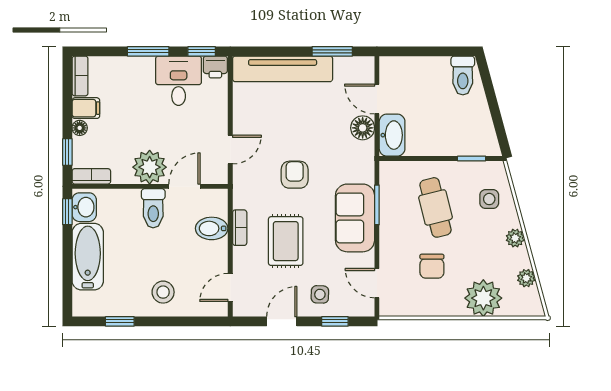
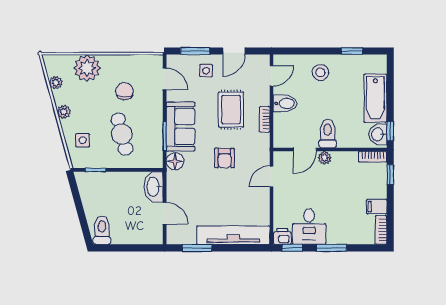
floor lamp: (80, 128) -> (381, 192), removed
floor lamp: (363, 128) -> (175, 161), moved
plant: (150, 167) -> (325, 158), width x0.53, depth x0.53
bidet: (212, 228) -> (285, 103), moved
window: (335, 321) -> (195, 51), width x1.50

